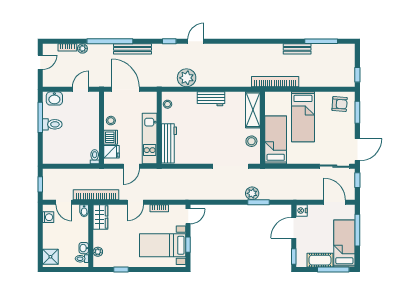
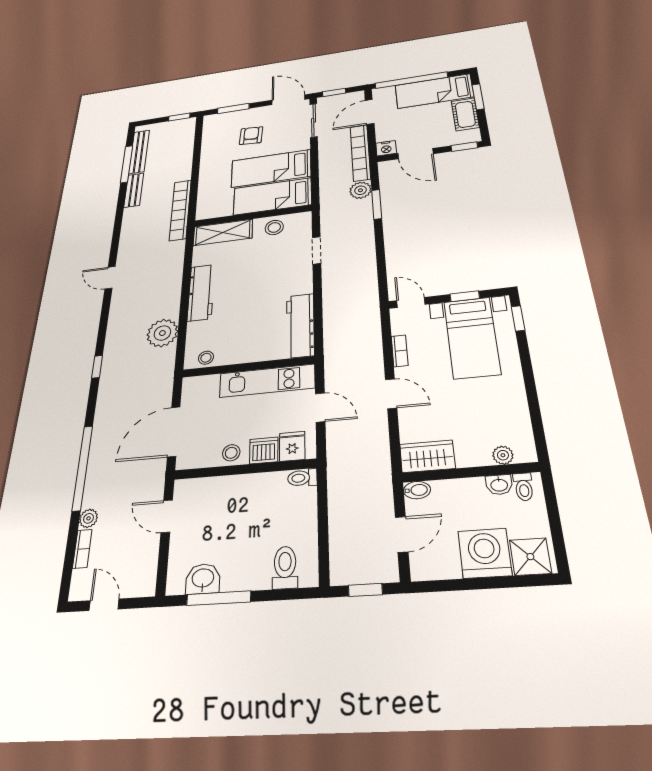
door: (196, 41) -> (110, 278), moved
bench: (132, 49) -> (139, 152), moved
washbasin: (54, 98) -> (203, 579), moved, turned -90
workbench: (211, 99) -> (201, 292), width x1.38
armchair: (340, 104) -> (251, 136), moved
bed: (303, 117) -> (271, 168), moved, turned 180
toilet: (52, 124) -> (285, 567), moved
workbench: (169, 143) -> (300, 325), moved, turned -90
doorway: (231, 166) -> (317, 250), width x0.53
plant: (252, 193) -> (360, 190), moved
bookcase: (96, 195) -> (360, 153), moved
washing machine: (48, 217) -> (485, 553), moved, width x1.89, depth x1.89
window: (357, 230) -> (411, 80), width x1.46
window: (121, 269) -> (518, 318), moved
window: (333, 269) -> (478, 97), width x0.69

